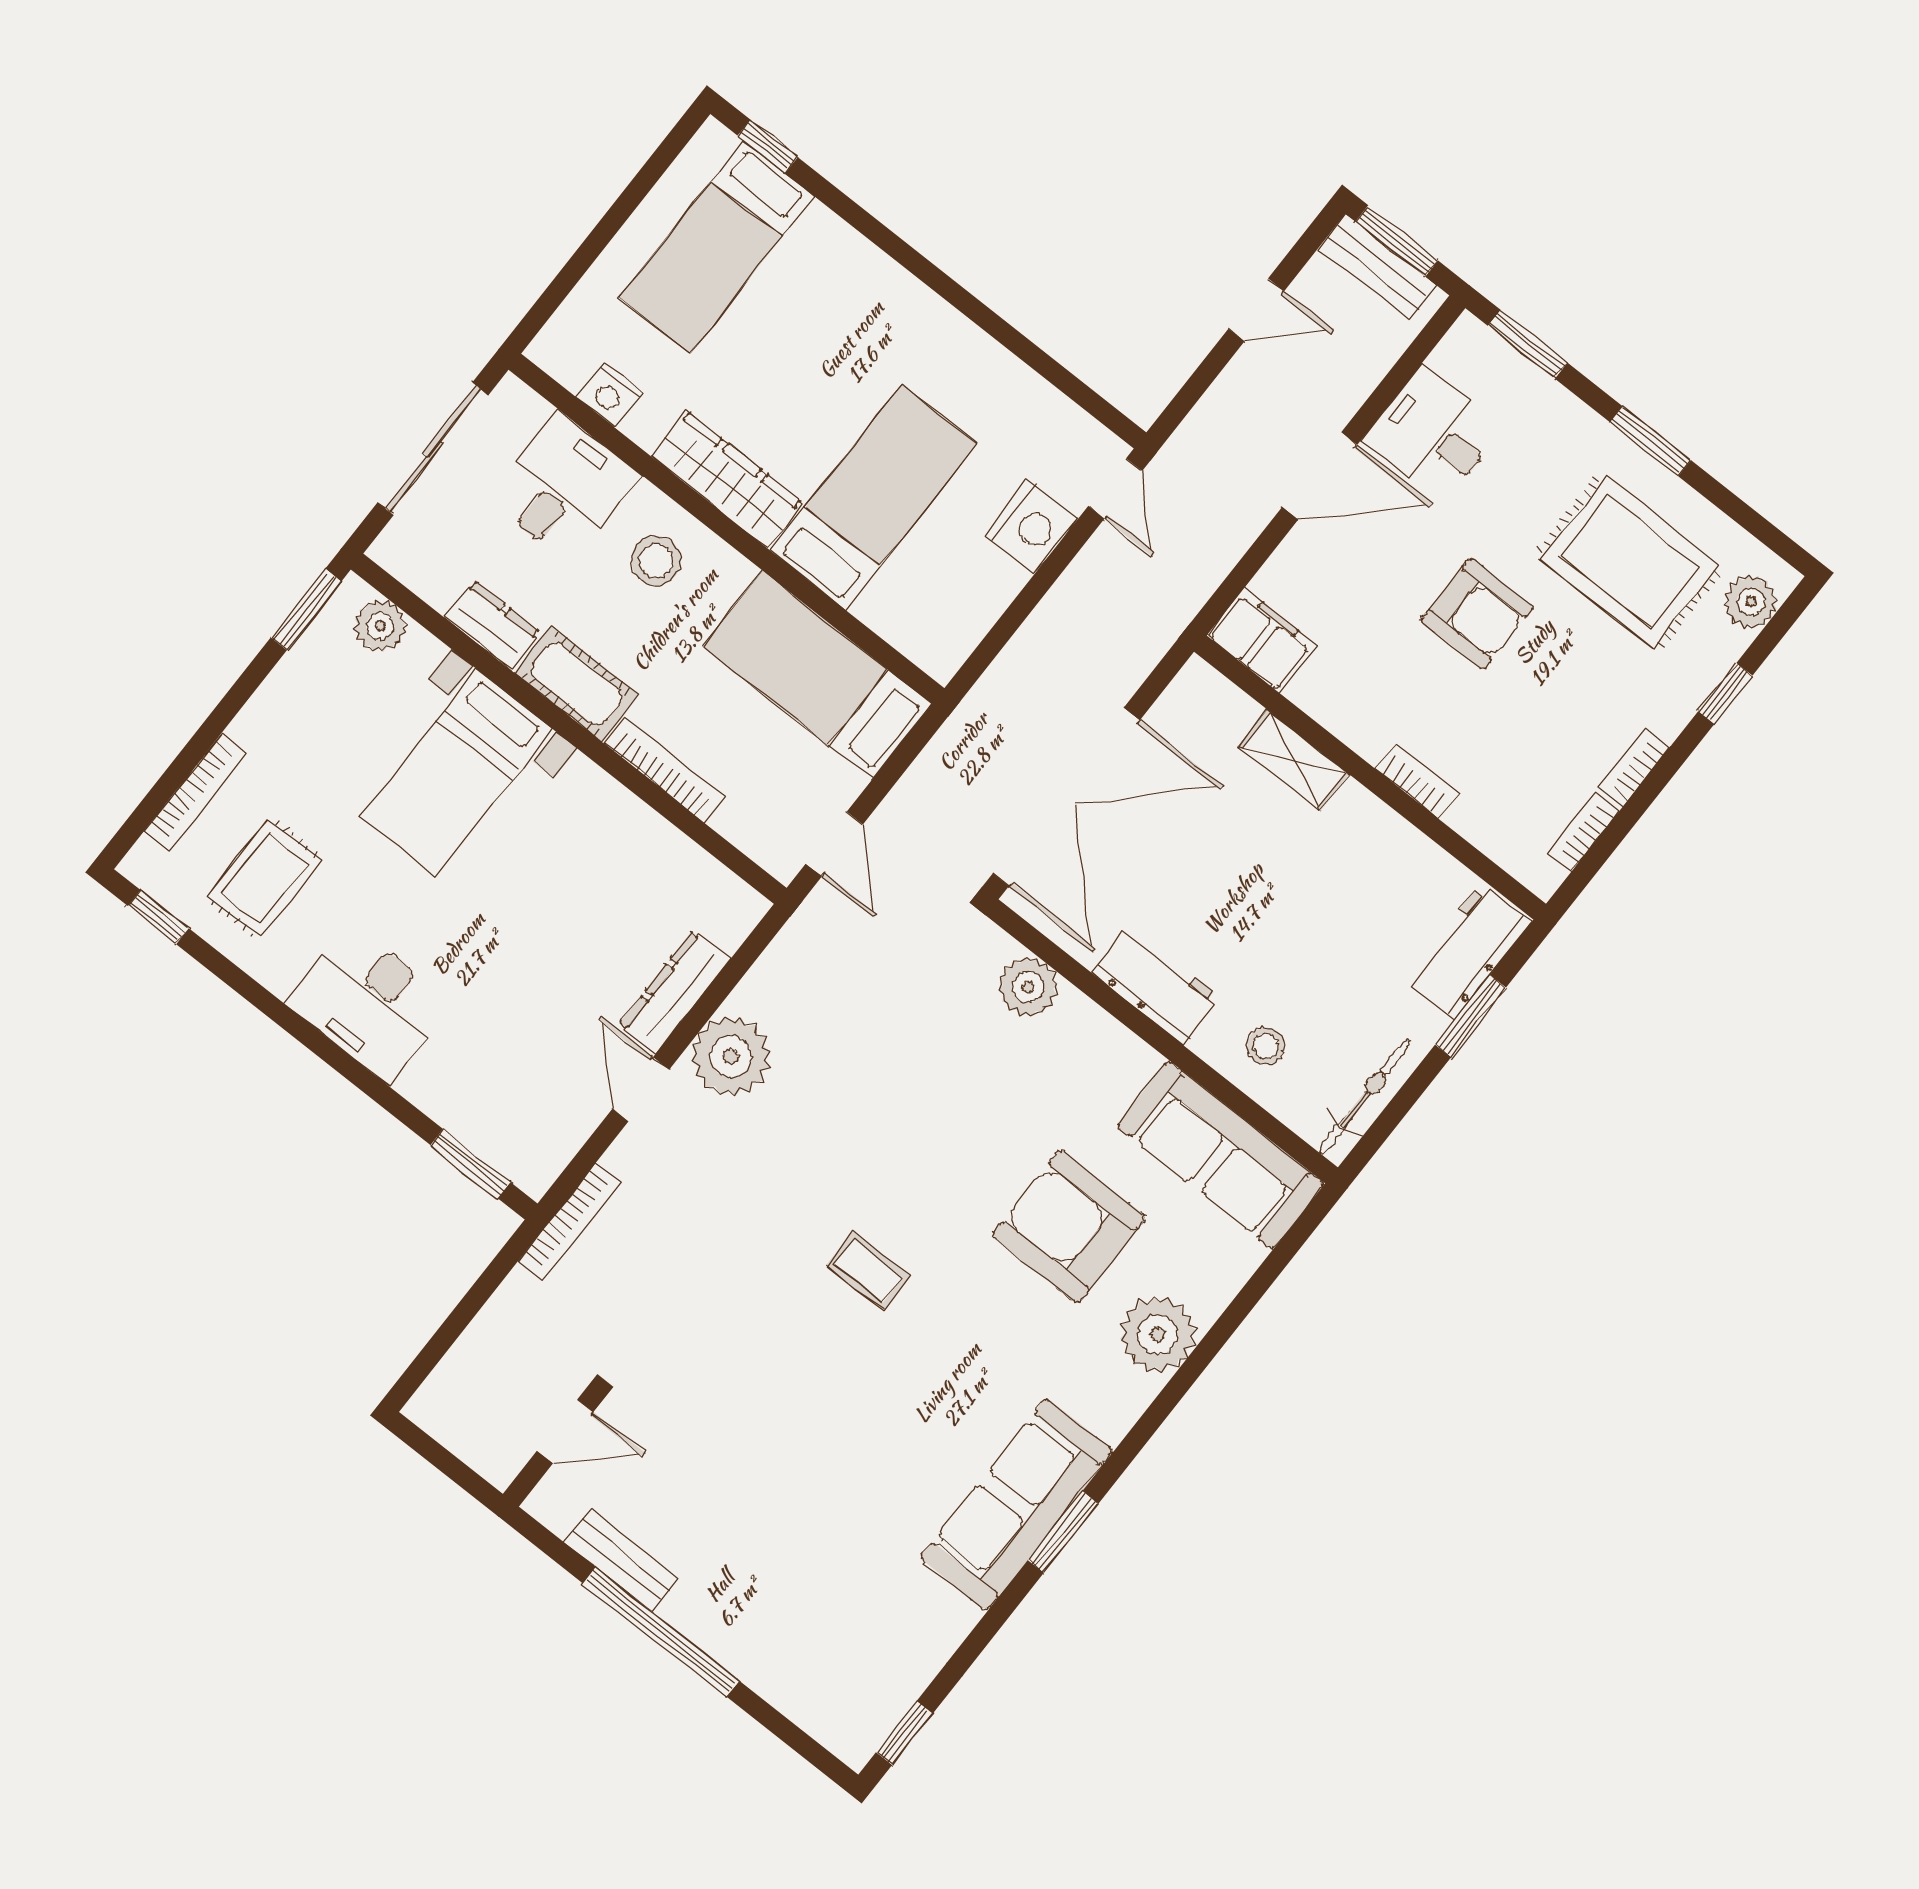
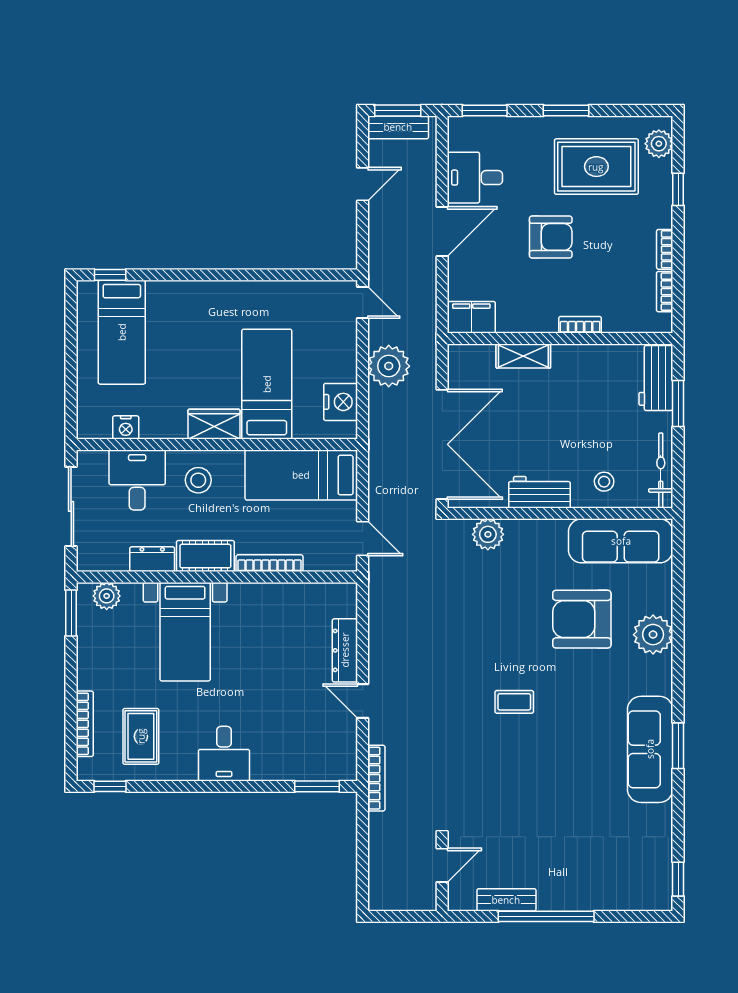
wardrobe: (727, 479) -> (214, 424), width x0.67
nightstand: (1031, 526) -> (341, 402), moved
desk: (369, 1003) -> (224, 754), width x0.73
plant: (731, 1056) -> (389, 366), moved

